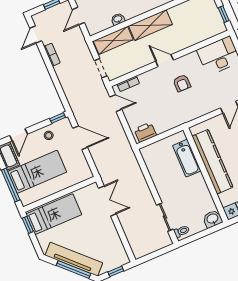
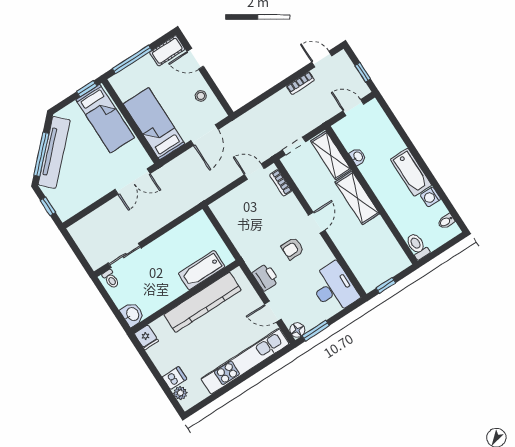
door: (116, 103) -> (254, 172), swing flipped
window: (58, 118) -> (224, 103), removed
printer: (145, 132) -> (266, 277), moved
bed: (37, 172) -> (154, 124), moved, turned 180

